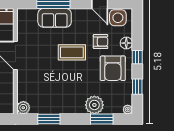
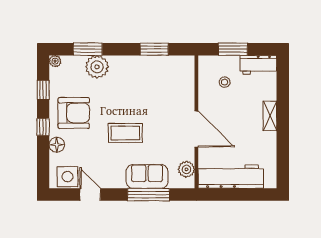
armchair: (101, 42) -> (89, 147), removed
armchair: (113, 68) -> (74, 113), turned 90
plant: (23, 108) -> (186, 169), moved

